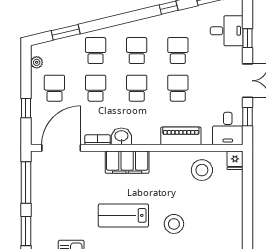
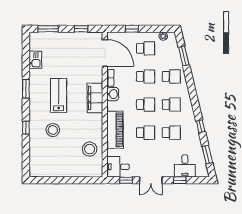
piano: (181, 136) -> (115, 130), width x1.37, depth x1.33
fridge: (235, 160) -> (96, 172), removed
window: (26, 182) -> (81, 29), width x0.46

